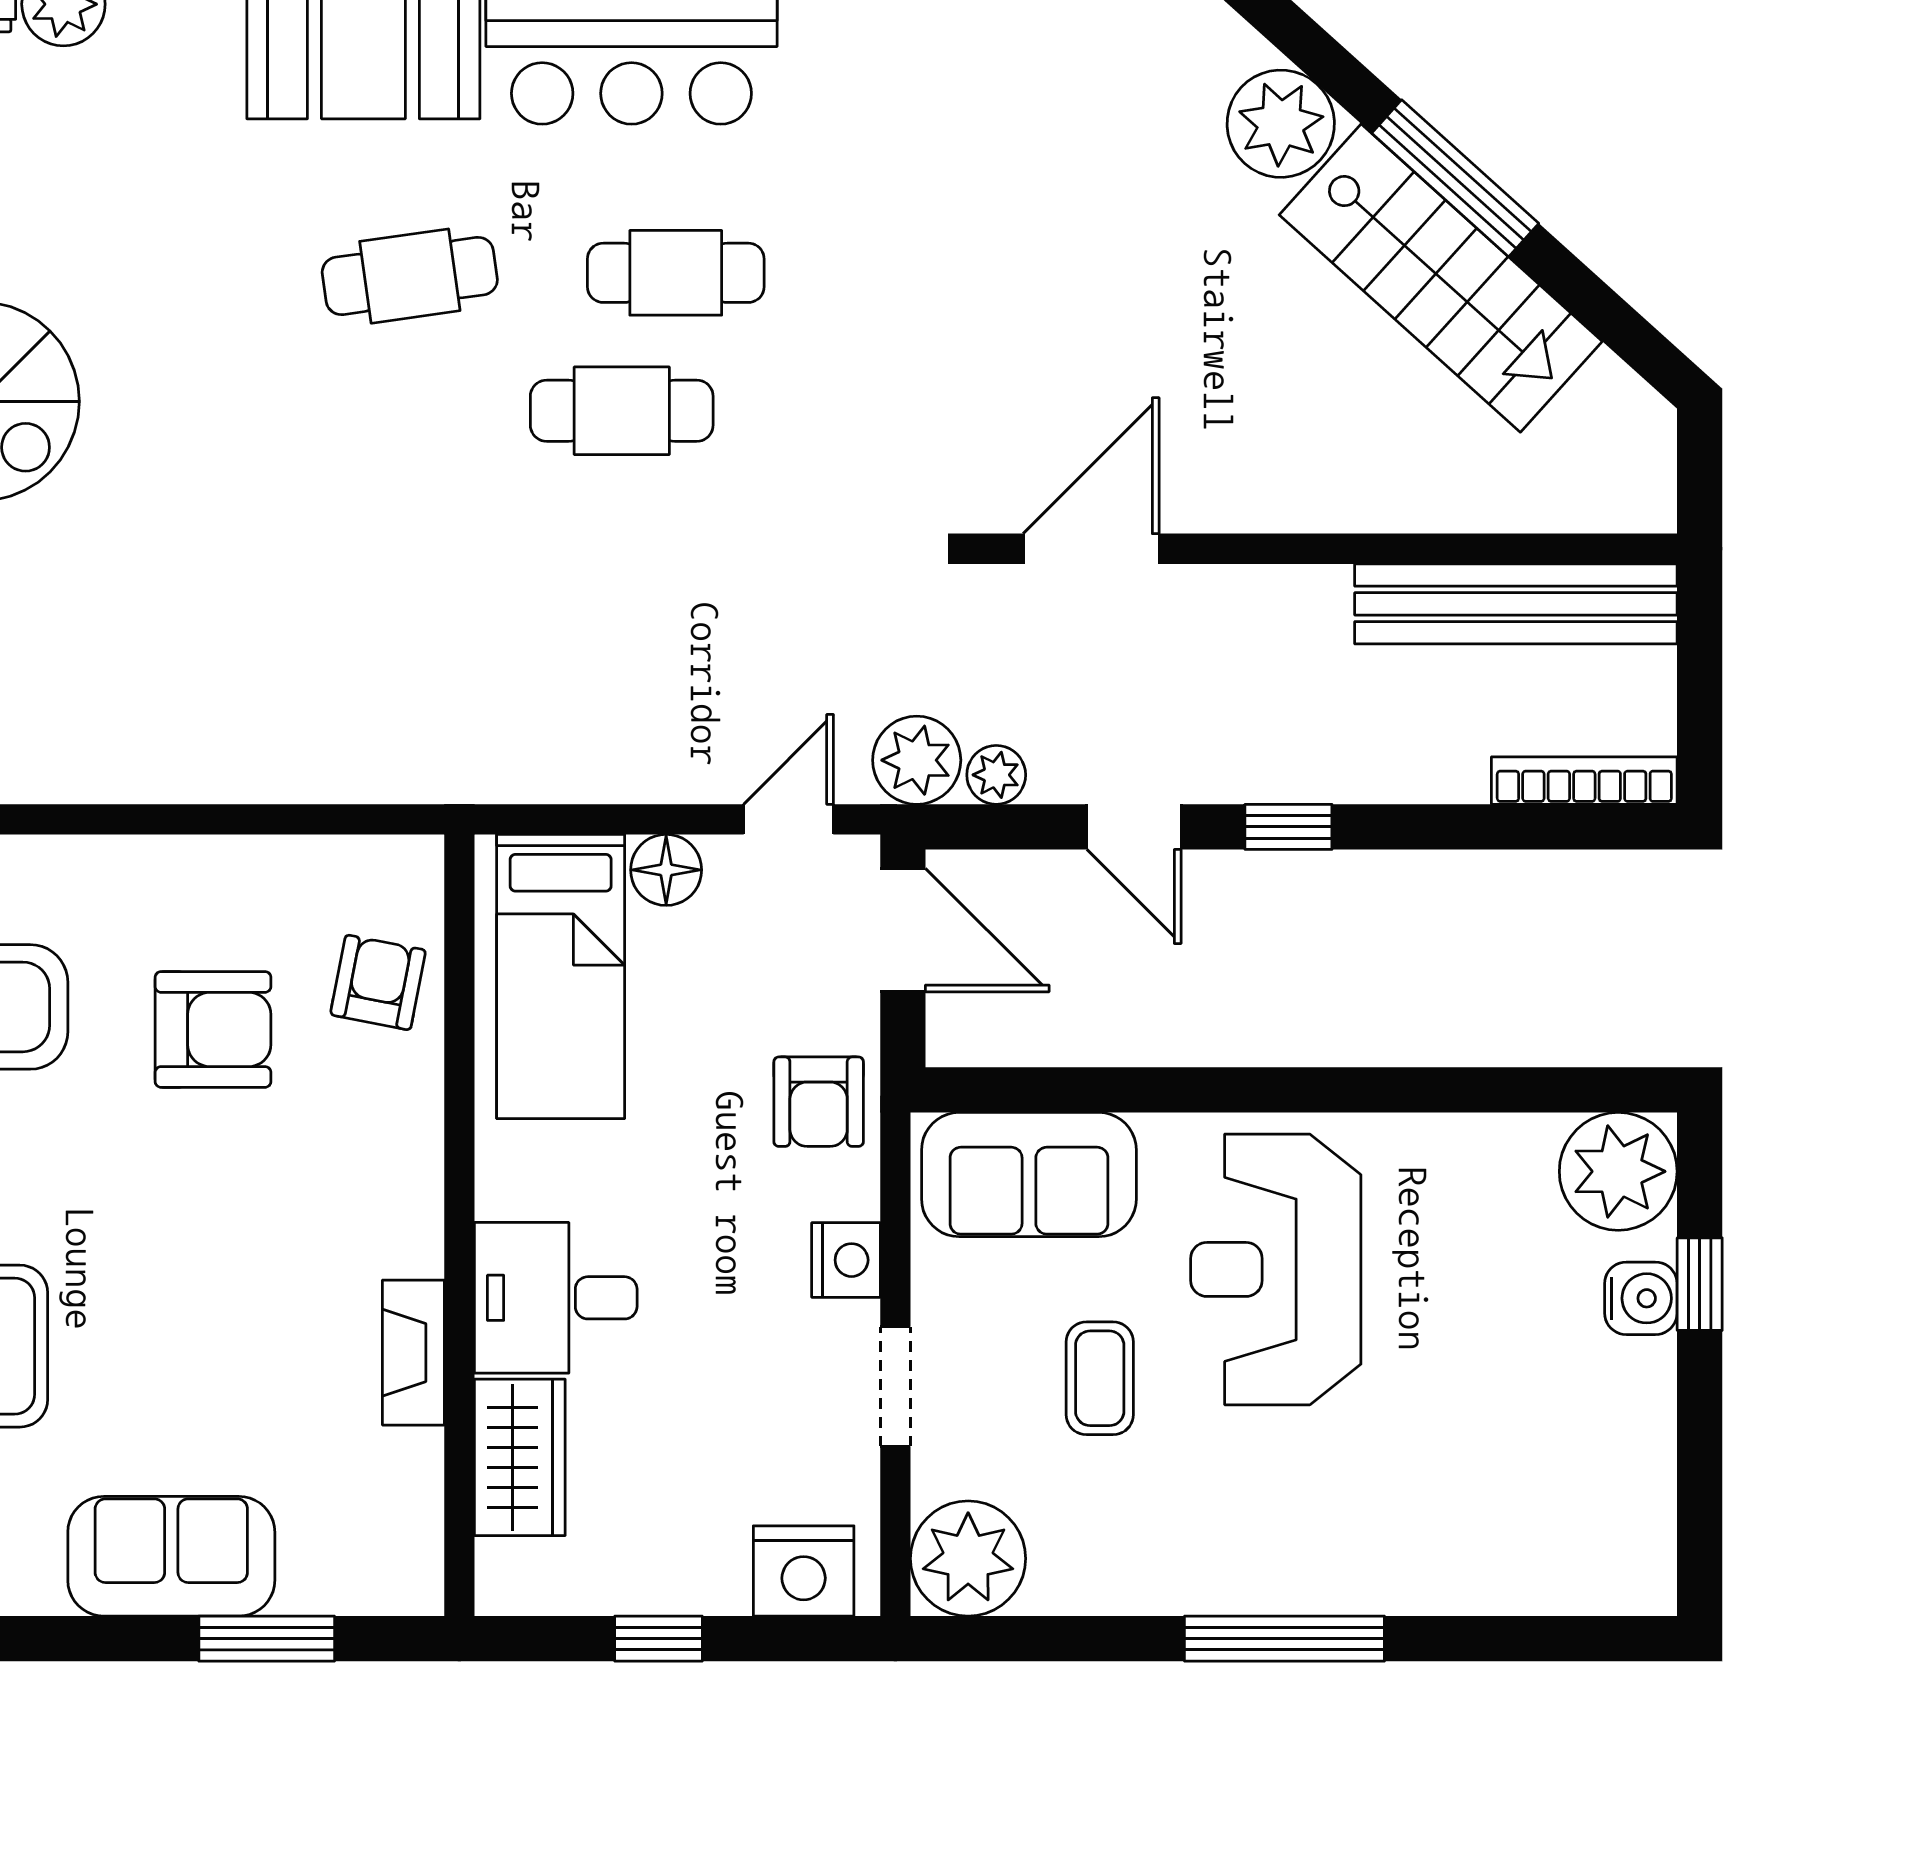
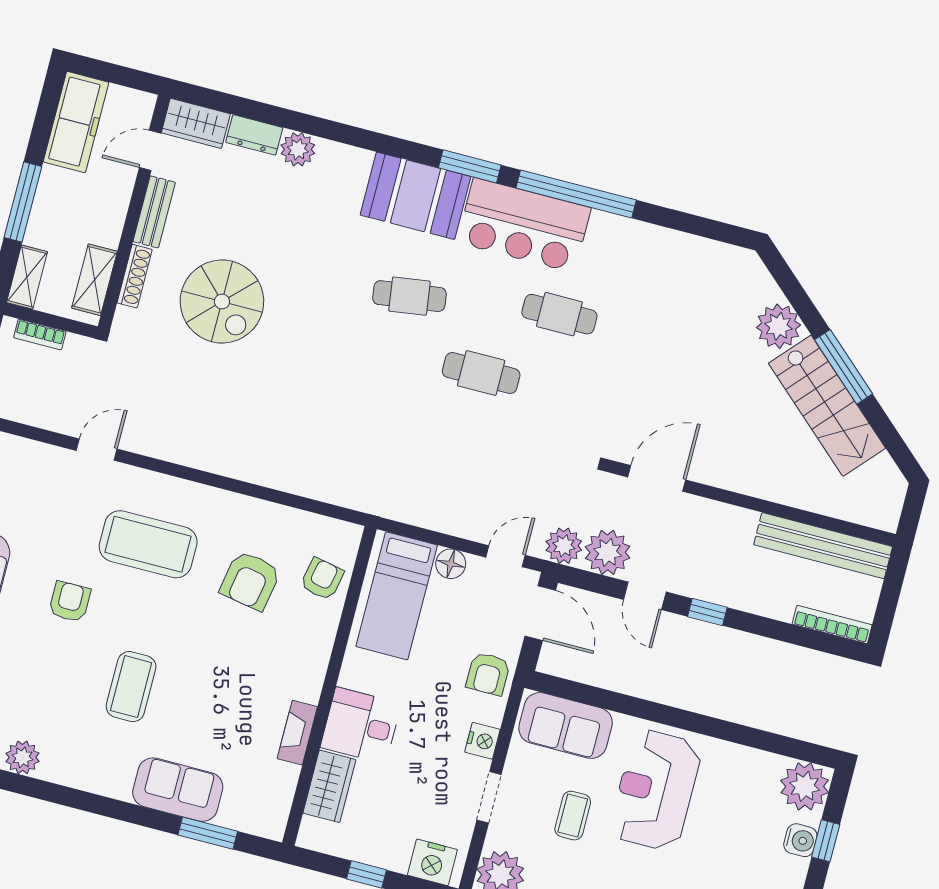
cafe table: (676, 273) -> (559, 314), moved
plant: (996, 775) -> (608, 552), width x1.88, depth x1.88
armchair: (213, 1029) -> (250, 581), turned 100

